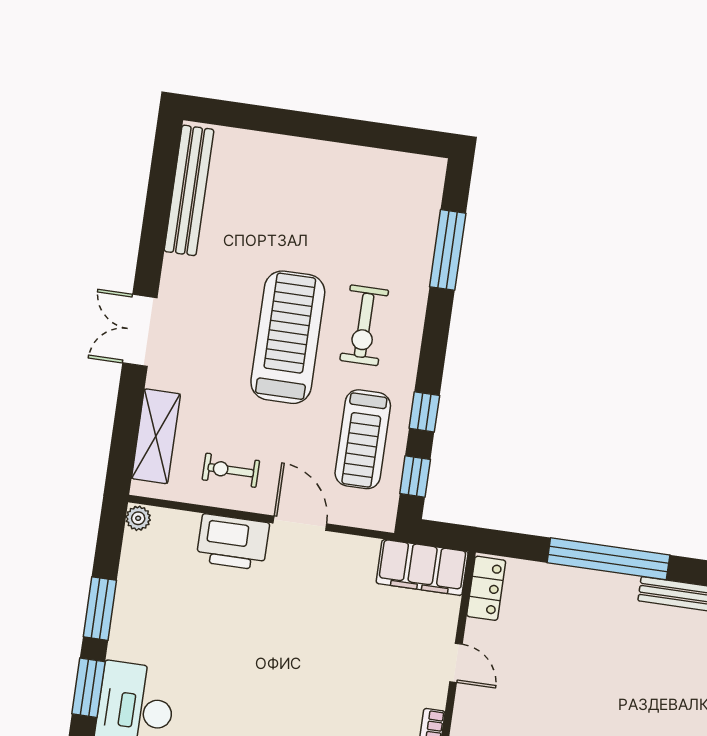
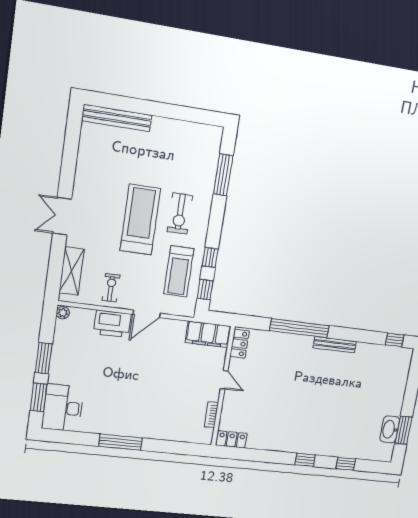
bench: (189, 190) -> (117, 118), moved, turned 90
exercise bike: (231, 470) -> (111, 288), turned 90
door: (300, 523) -> (147, 314), swing flipped

